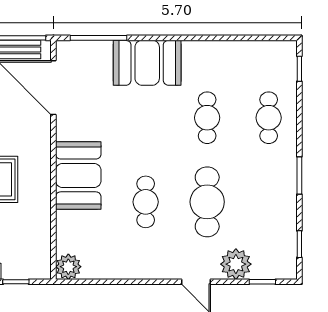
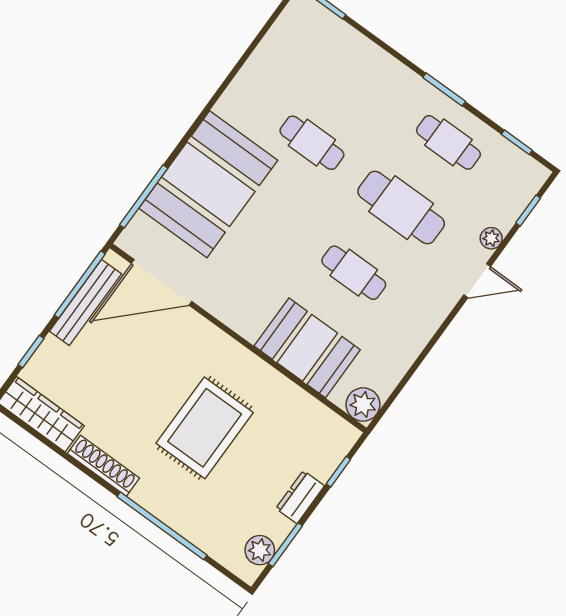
booth: (147, 63) -> (208, 184), width x1.36, depth x1.42
cafe table: (269, 118) -> (448, 142), moved
booth: (78, 175) -> (307, 348), moved
plant: (236, 264) -> (491, 238), width x0.53, depth x0.53

